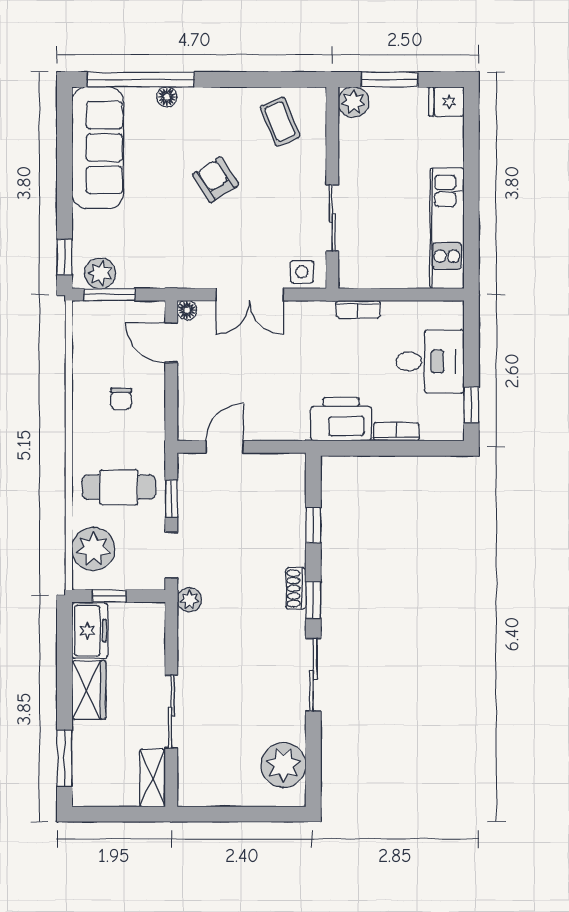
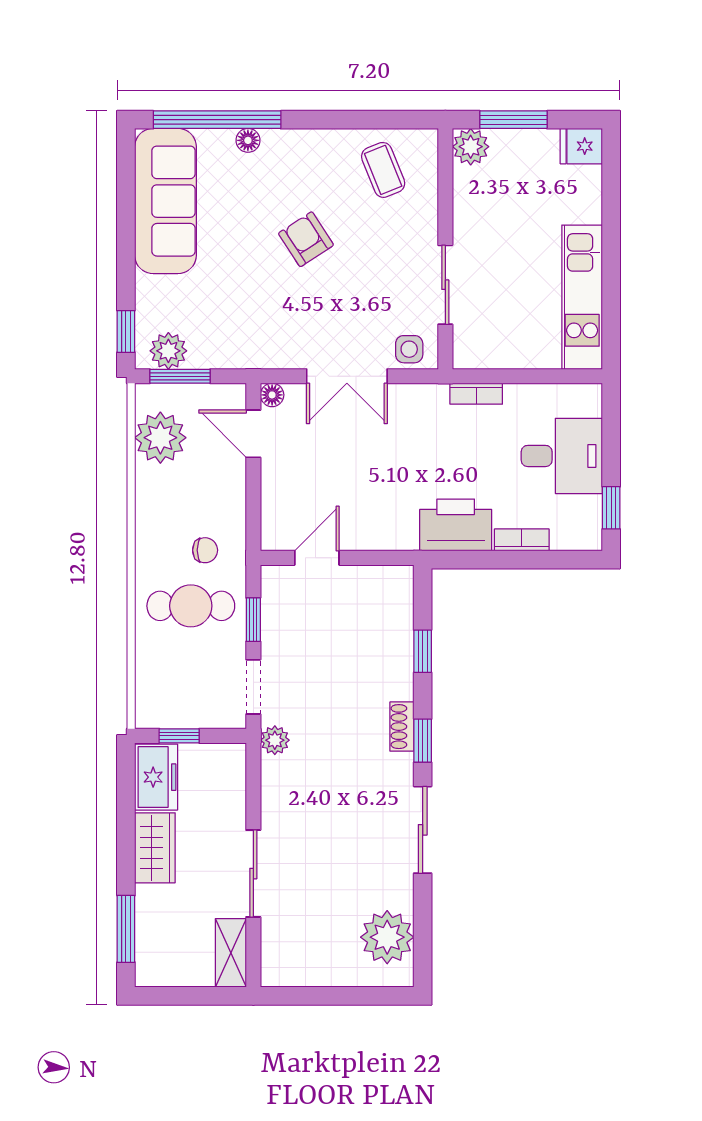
chair: (121, 399) -> (205, 550), moved, turned -90
plant: (93, 549) -> (160, 438), moved

